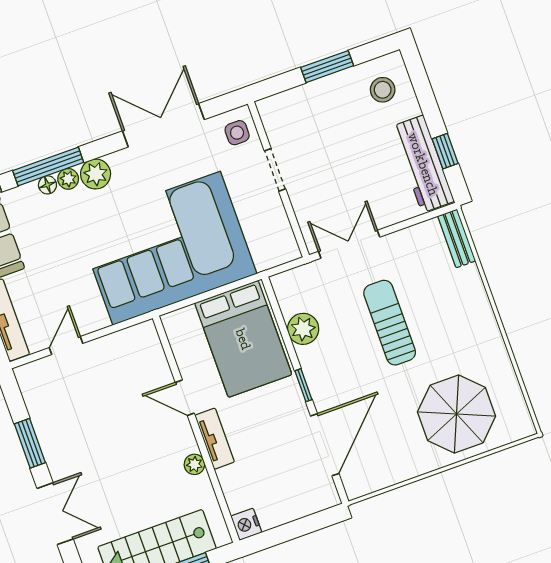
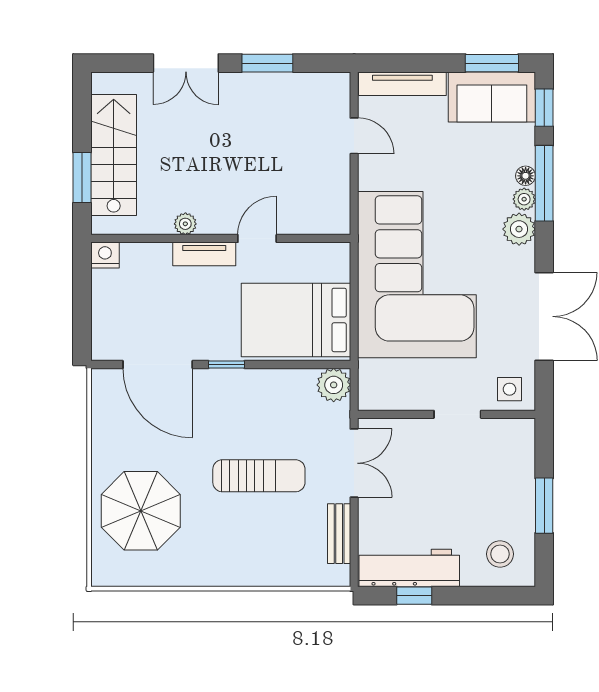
bench: (457, 238) -> (339, 534), moved, turned 90
plant: (303, 329) -> (334, 385), moved

